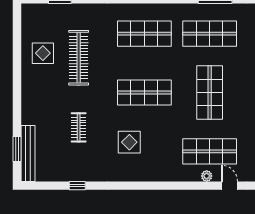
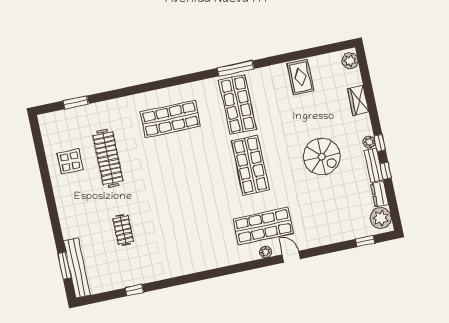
shop shelf: (210, 34) -> (237, 105), turned 90
shop shelf: (144, 93) -> (183, 180), removed
display table: (129, 142) -> (179, 234), removed

